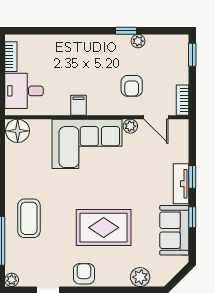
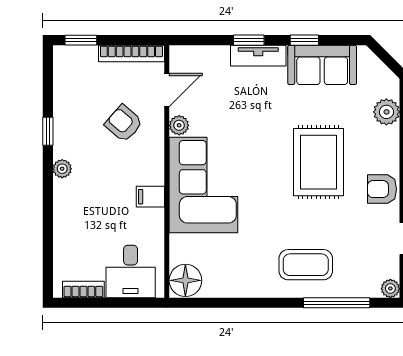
plant: (138, 41) -> (62, 169), moved
armchair: (132, 86) -> (124, 123), turned -139
bookcase: (183, 100) -> (131, 53), width x1.56

